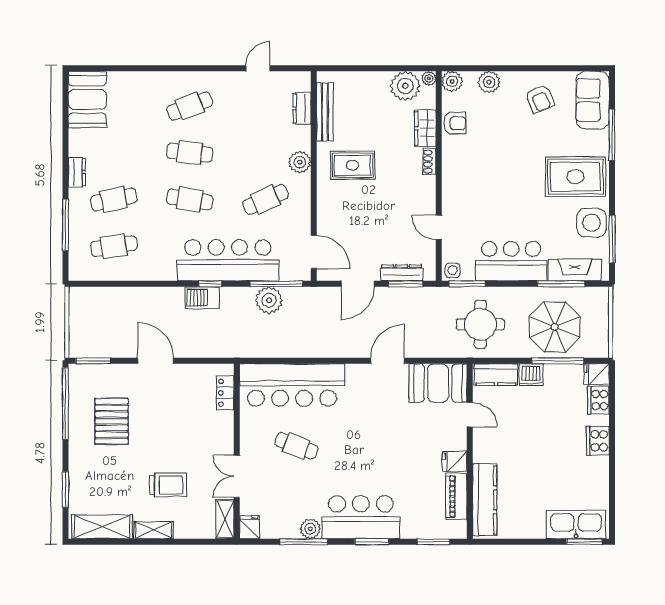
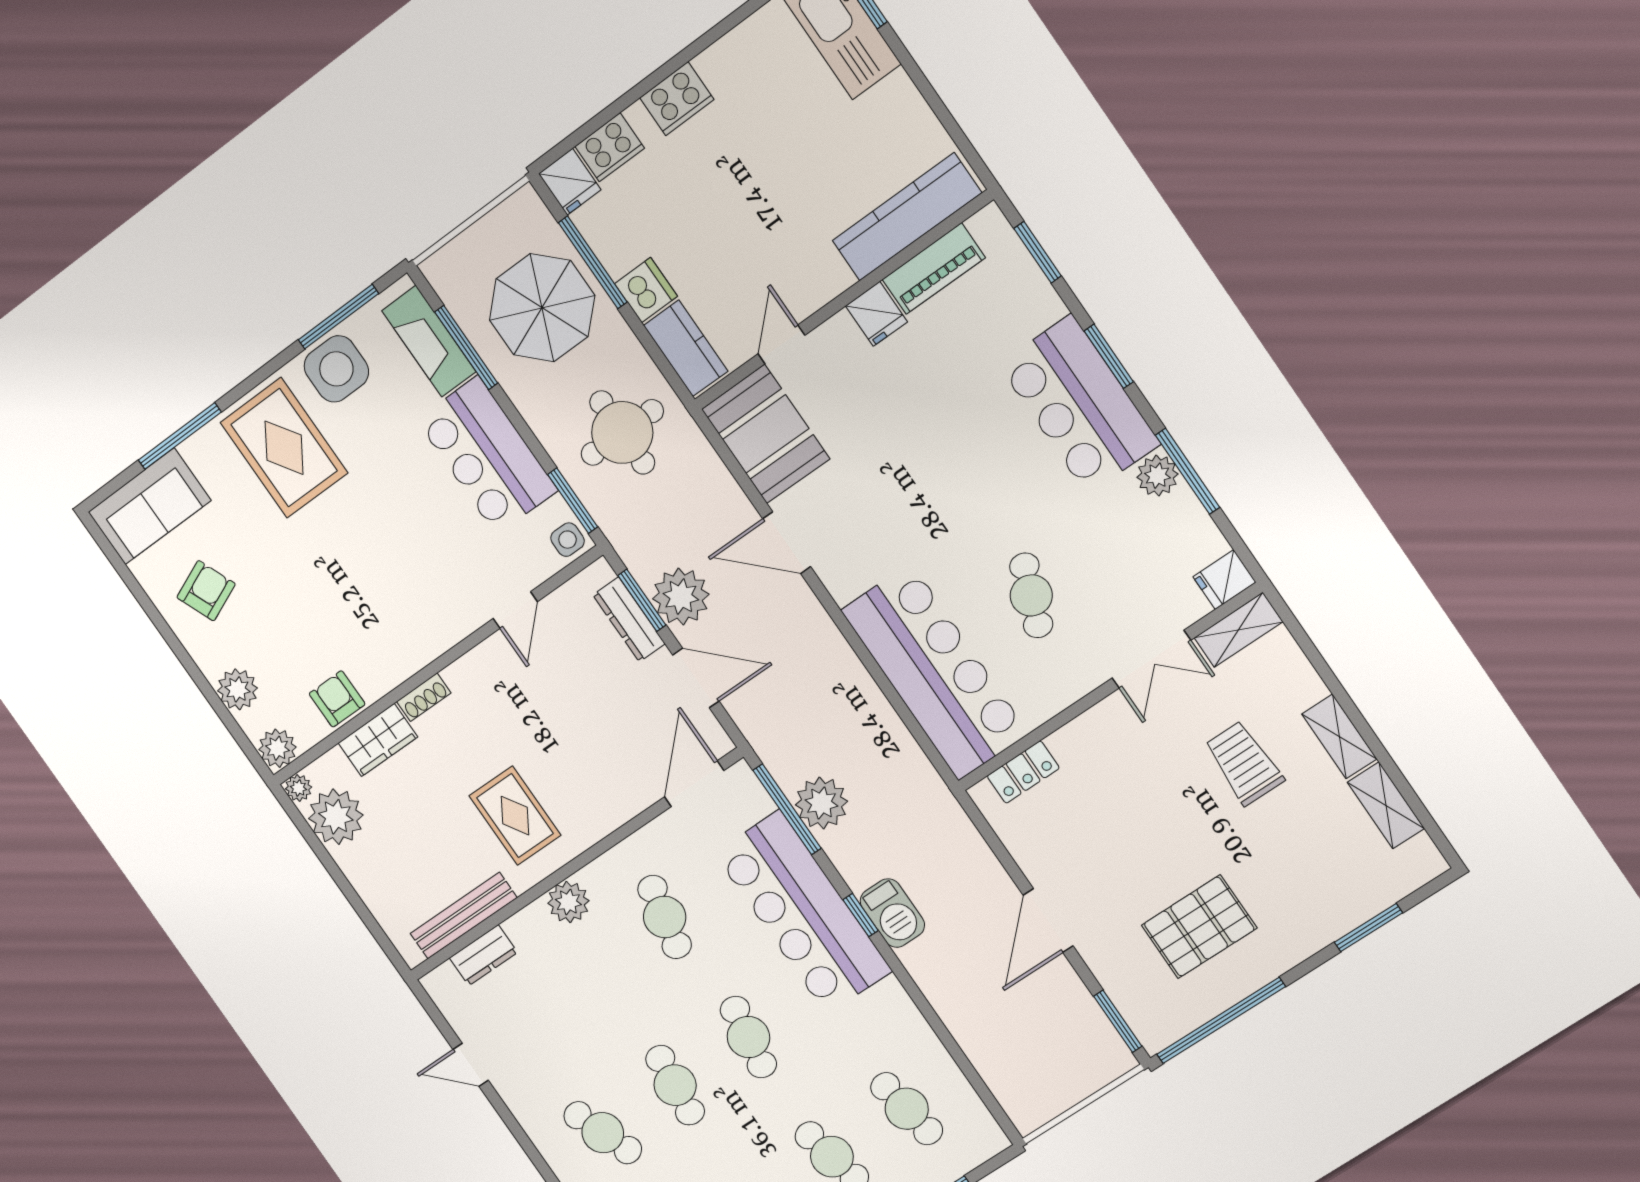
cafe table: (266, 199) -> (665, 917), turned 36
plant: (396, 301) -> (681, 597), added
shelving: (102, 527) -> (1386, 805), width x0.67, depth x0.75

